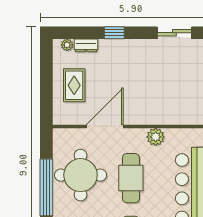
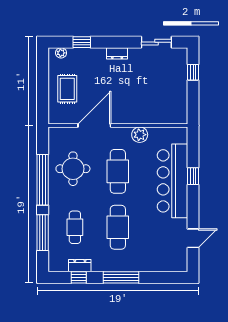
window: (114, 33) -> (82, 42), moved
dresser: (86, 45) -> (117, 53), moved
round table: (81, 175) -> (73, 169), width x0.73, depth x0.73

